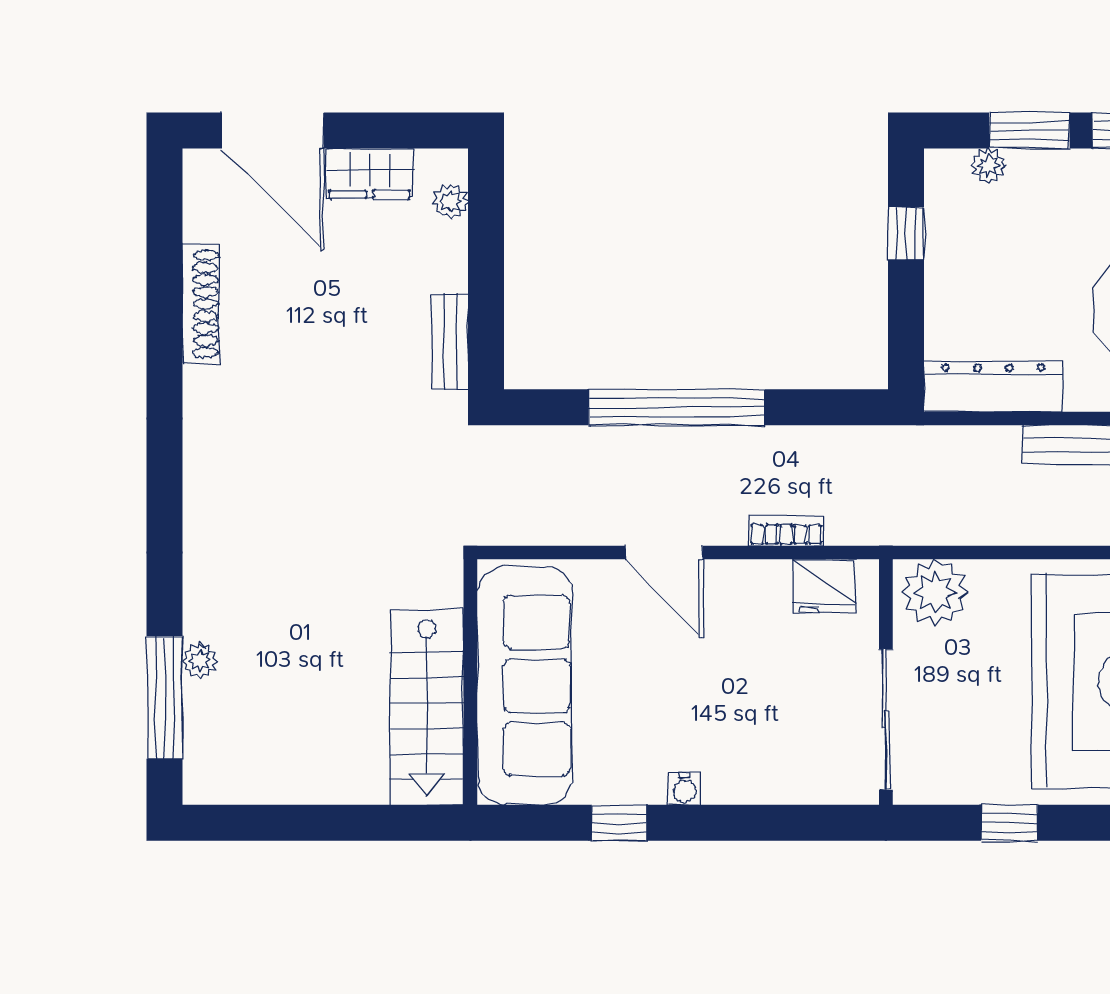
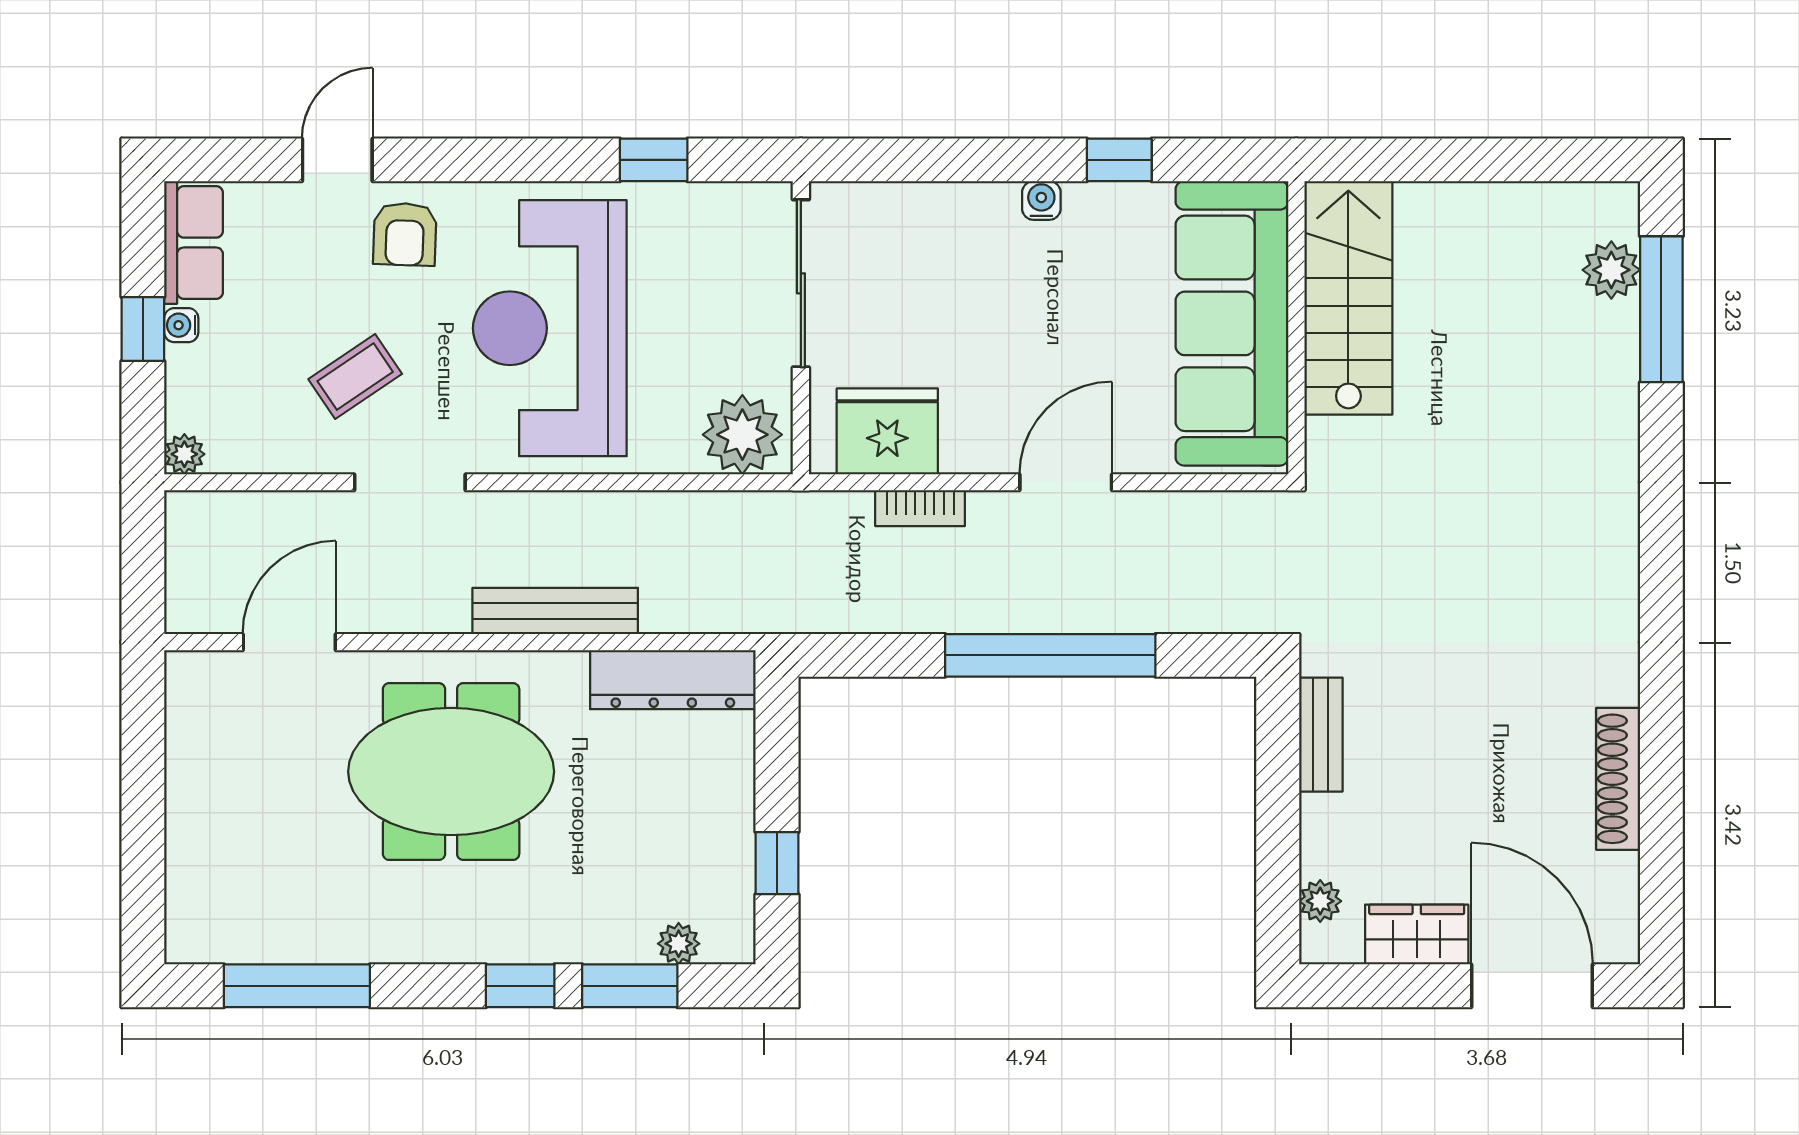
door: (664, 553) -> (1066, 482), hinge flipped
fridge: (825, 586) -> (887, 431), width x1.36, depth x1.34
plant: (200, 661) -> (1611, 270), moved, width x1.38, depth x1.38

